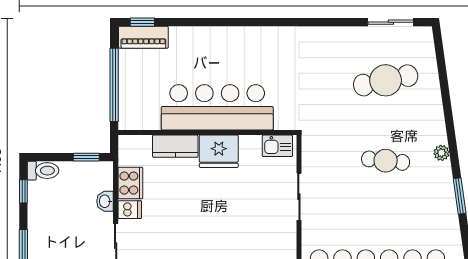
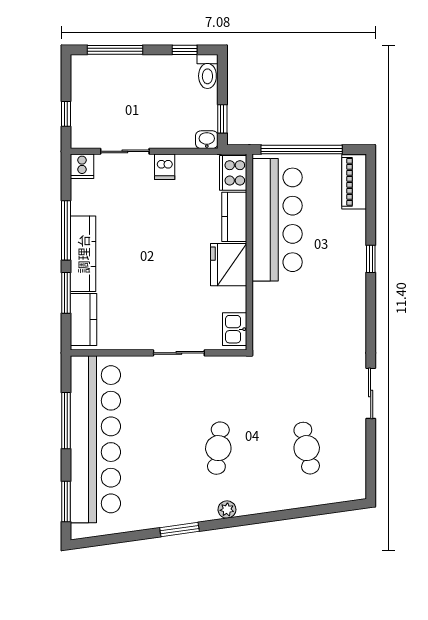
window: (142, 22) -> (371, 259), moved
sliding door: (391, 22) -> (371, 393), moved
cafe table: (386, 80) -> (307, 448), width x0.73, depth x0.74
bar counter: (217, 107) -> (277, 220), moved
cooker: (130, 183) -> (233, 173), moved, turned 90
washbasin: (105, 201) -> (207, 140), moved

